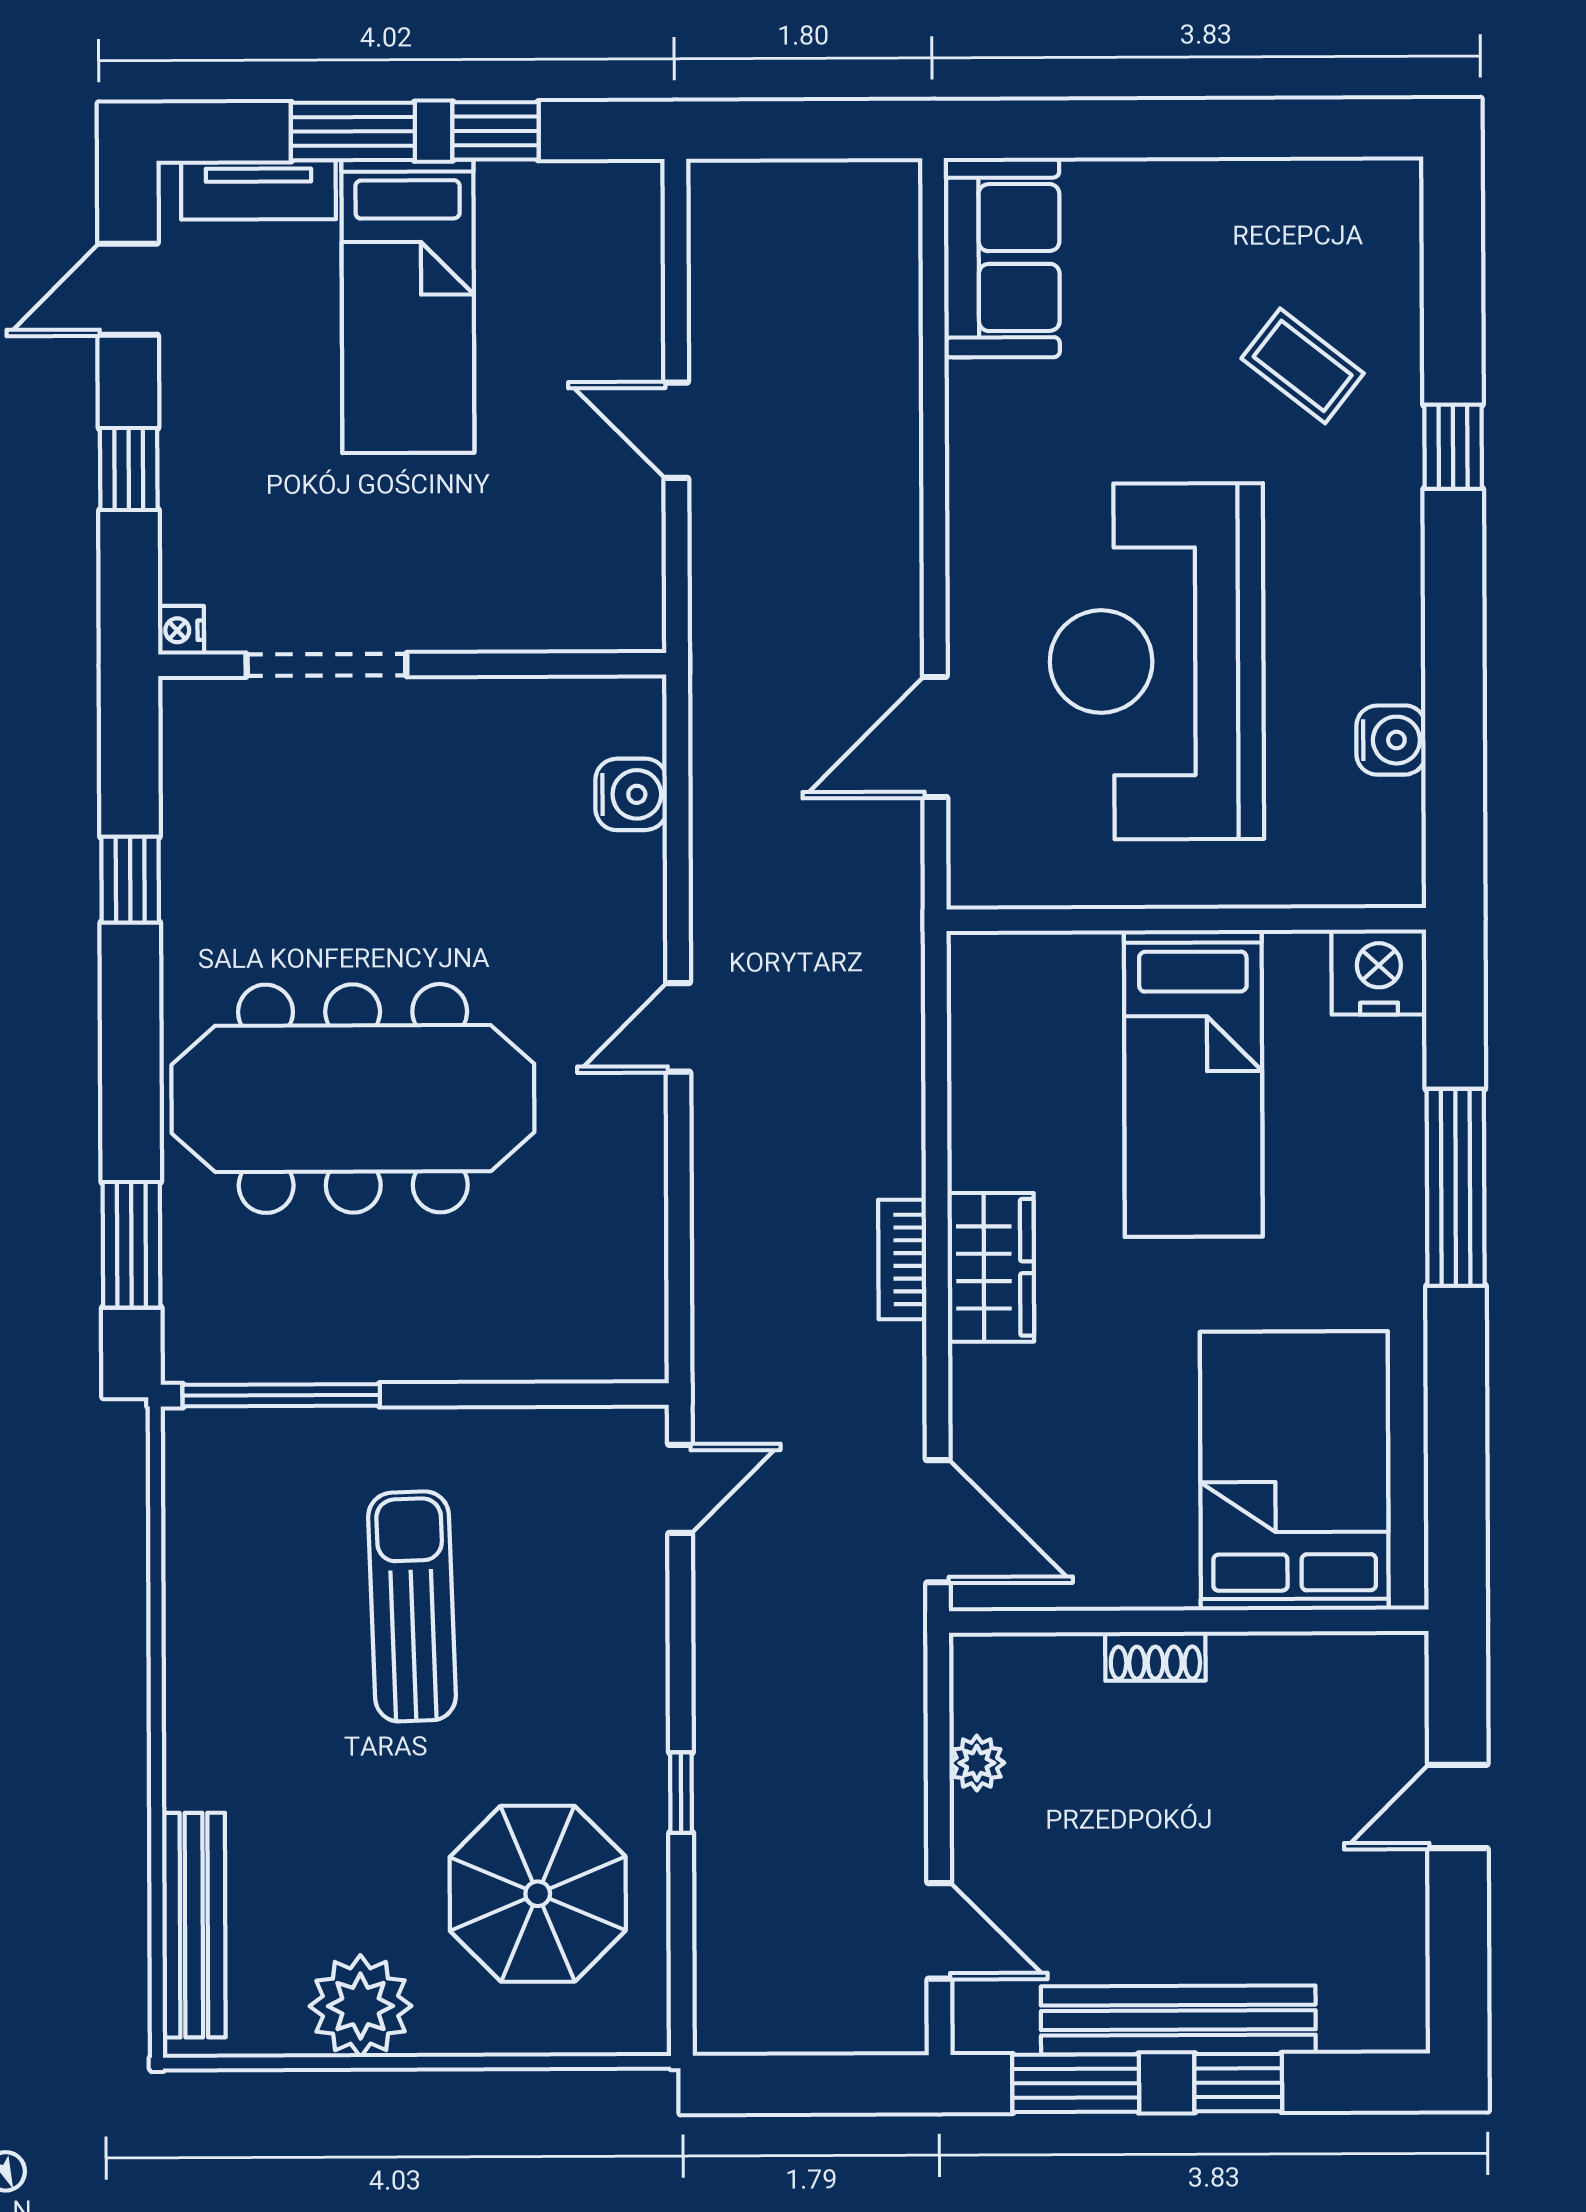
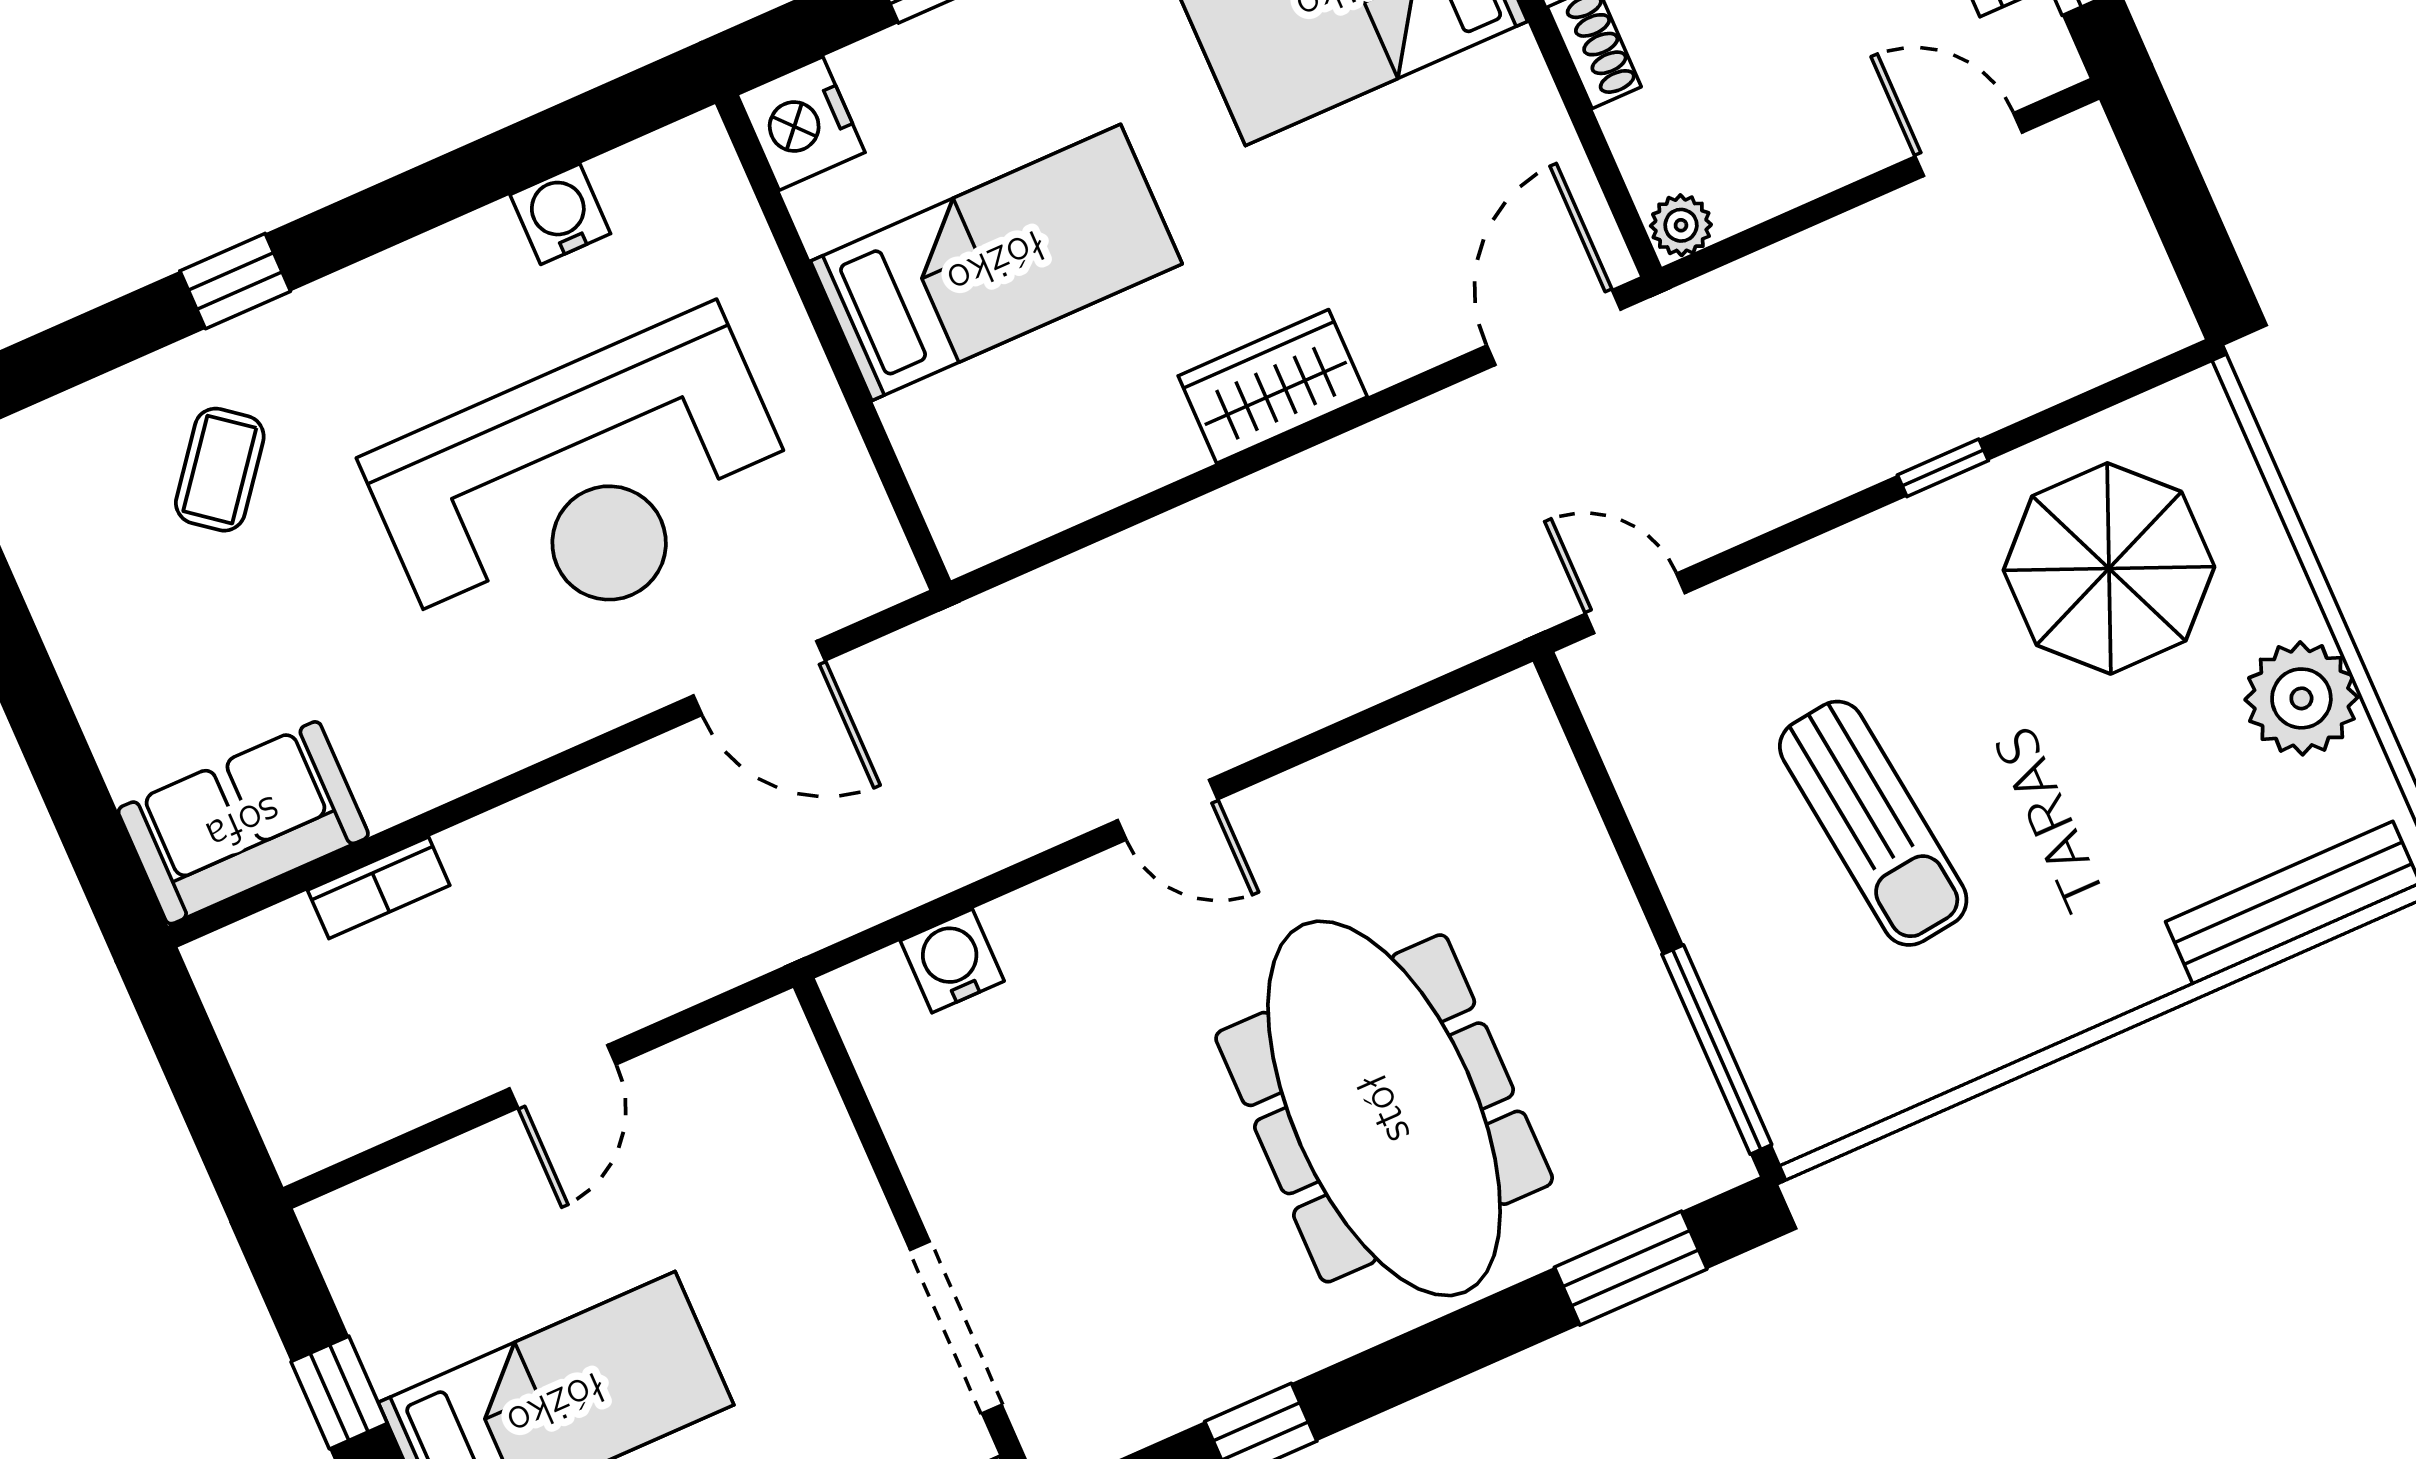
bookcase: (902, 1259) -> (379, 888), moved
sun lounger: (412, 1606) -> (1873, 823), turned -95
plant: (977, 1763) -> (1681, 225), moved
door: (939, 1931) -> (1969, 145), hinge flipped

